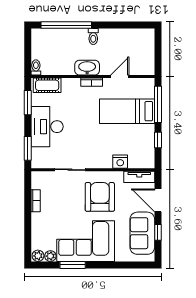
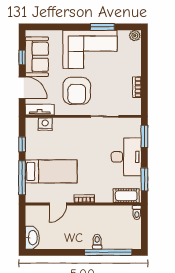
toilet: (93, 37) -> (97, 242), moved
washbasin: (87, 68) -> (32, 238), moved, turned -90
nightstand: (120, 162) -> (45, 124), moved
plant: (50, 256) -> (123, 35), removed

